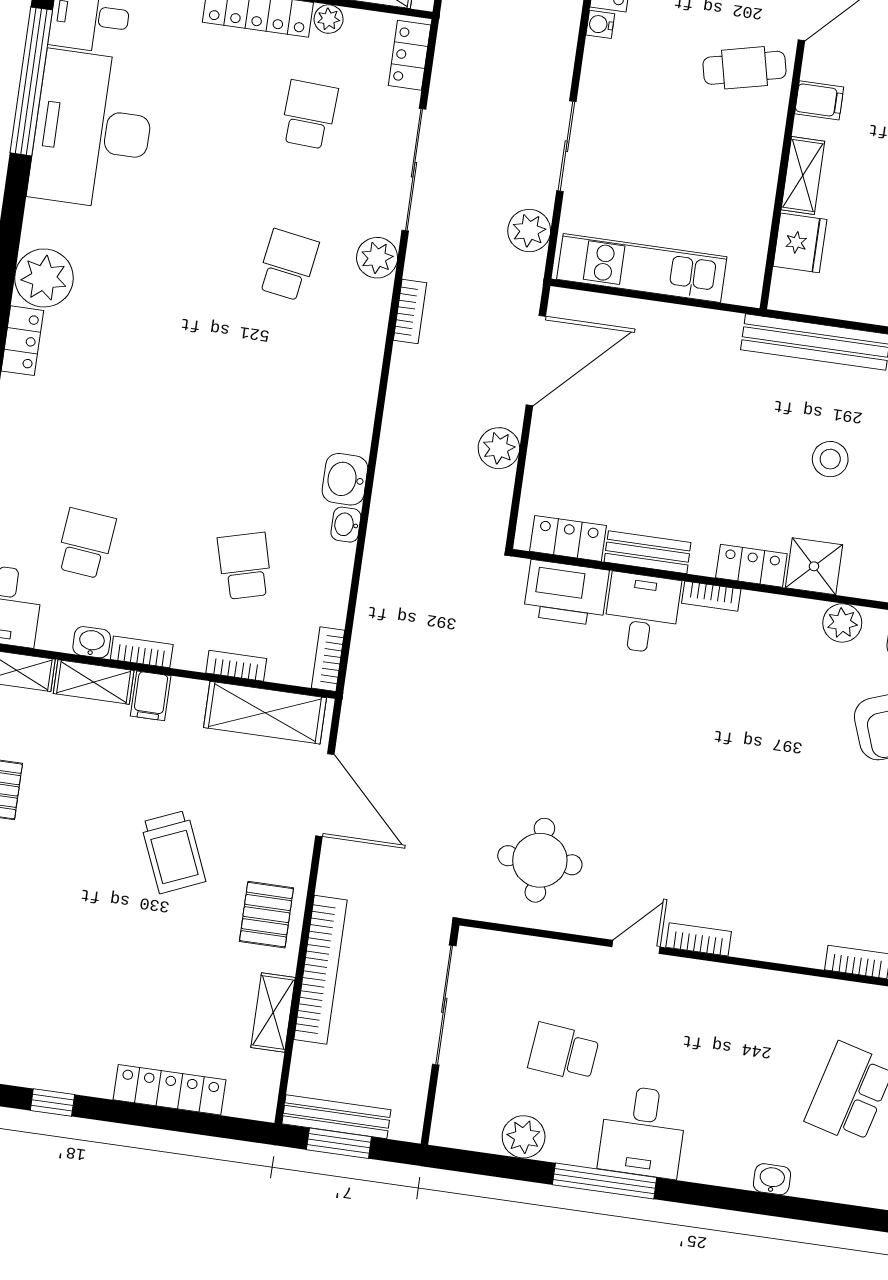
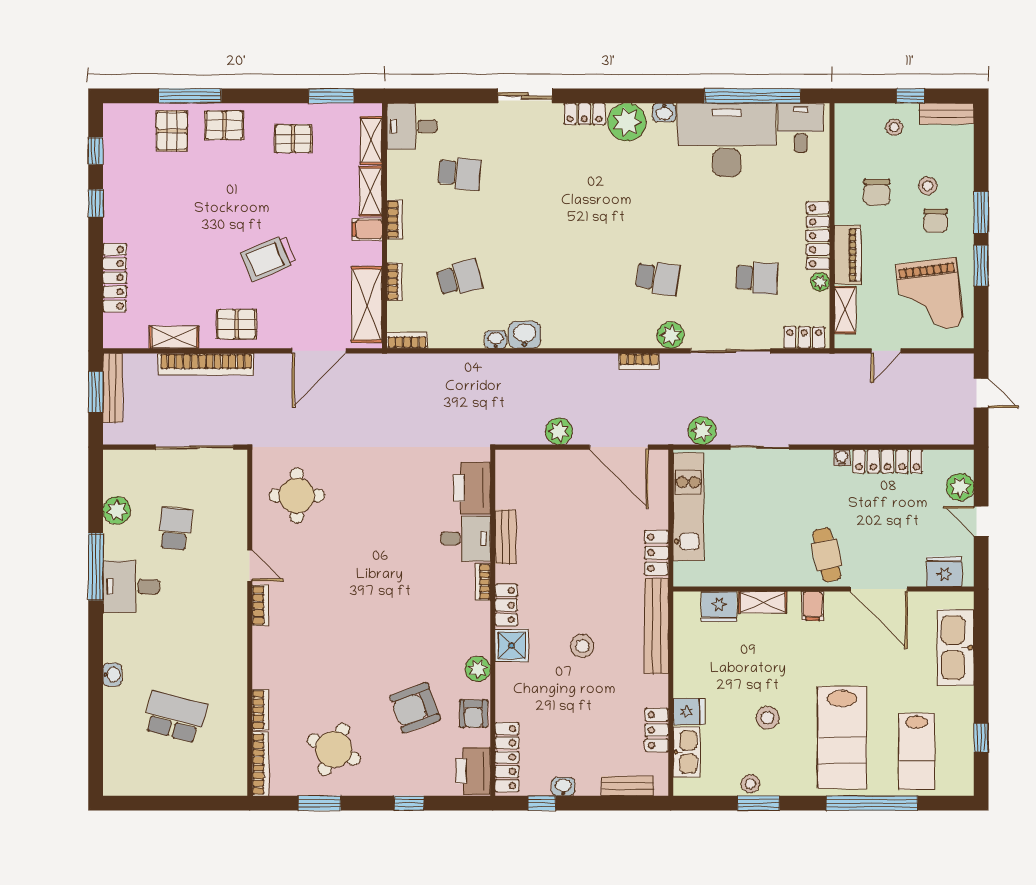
locker: (568, 538) -> (656, 553), moved, turned 180
washbasin: (92, 642) -> (664, 113), moved, turned 90

